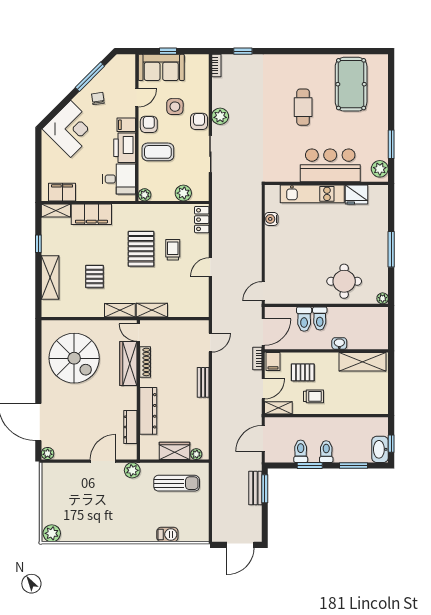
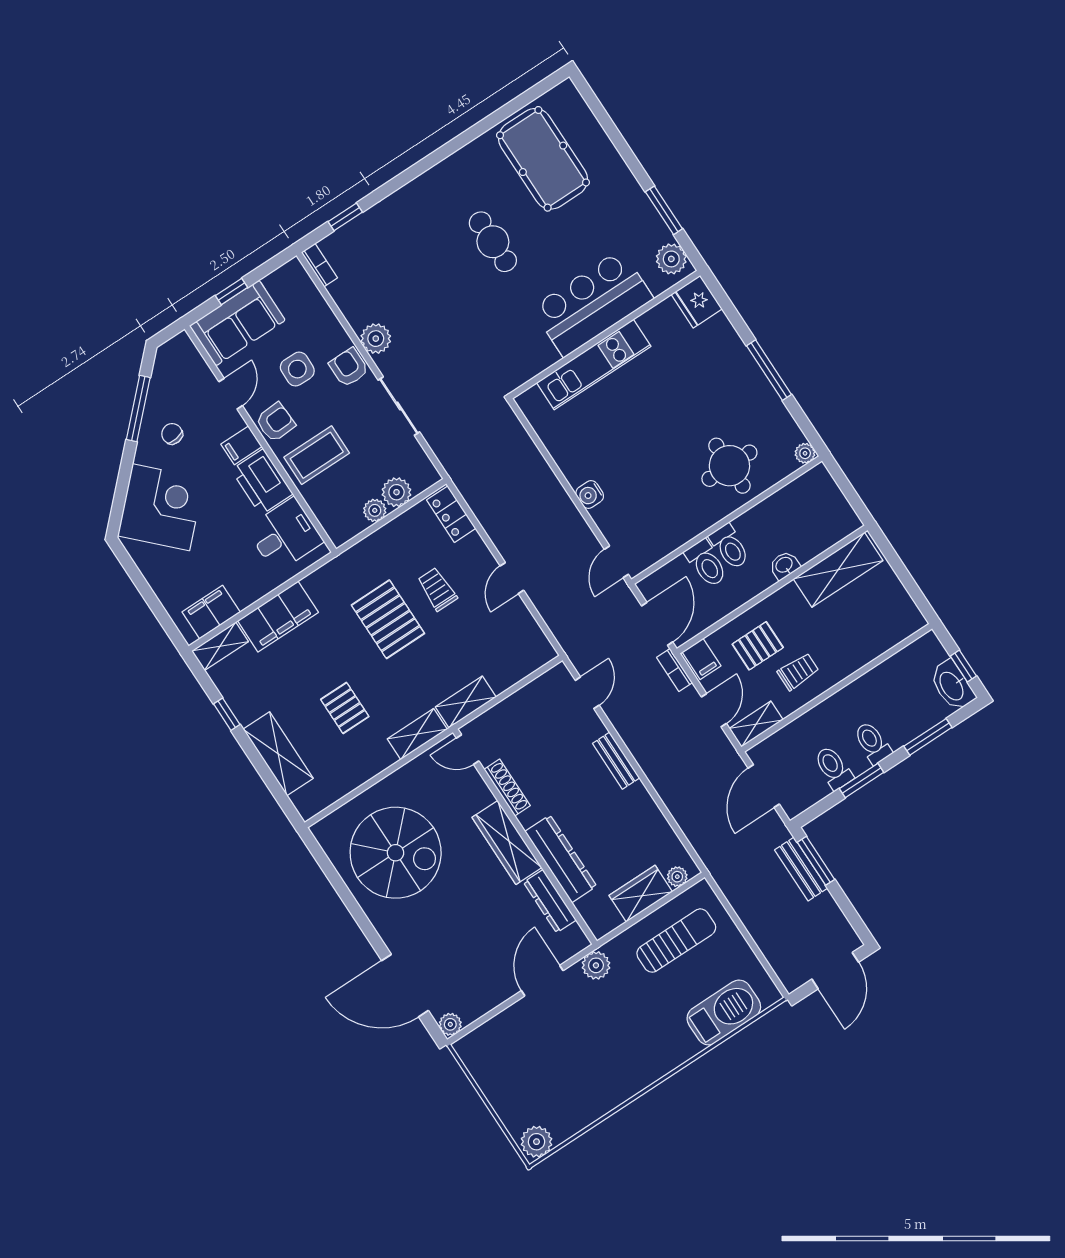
armchair: (149, 124) -> (275, 422), turned 87
fridge: (357, 194) -> (697, 302), moved, turned 90
plant: (145, 195) -> (375, 510), moved
water cooler: (271, 219) -> (590, 495), moved
wardrobe: (128, 363) -> (507, 842), moved
barbecue: (167, 534) -> (724, 1013), width x1.88, depth x1.53

